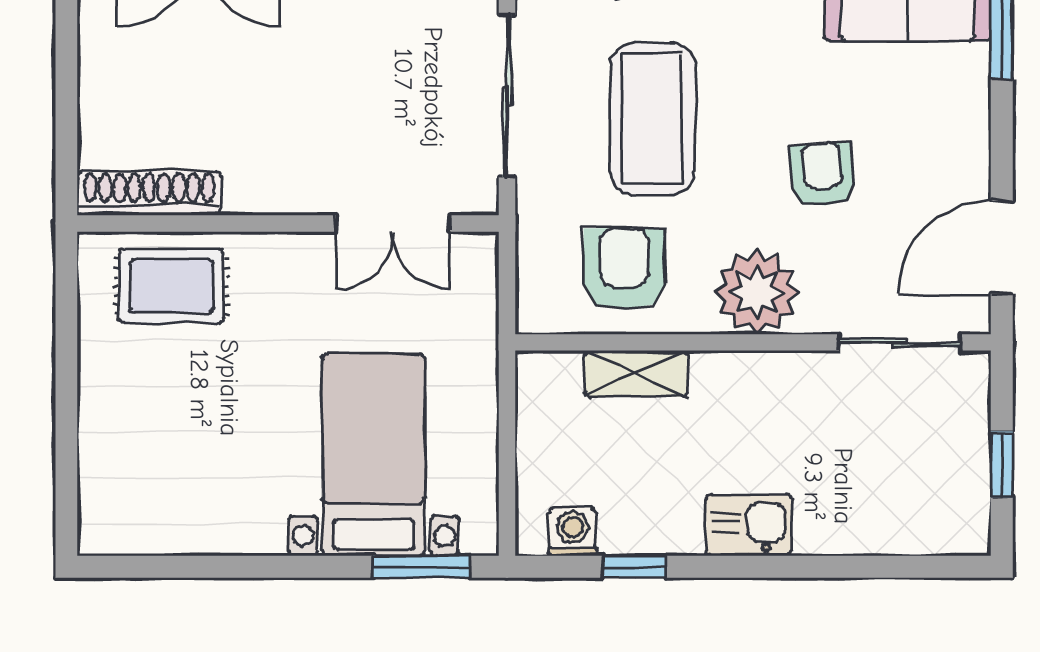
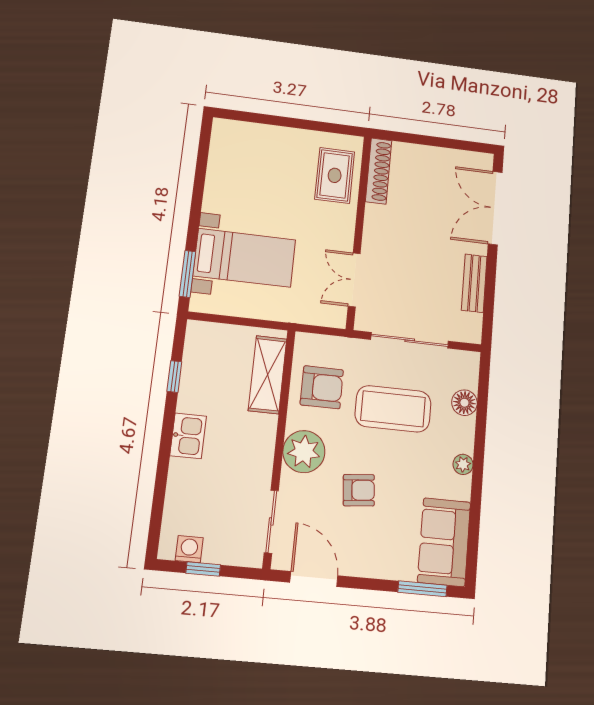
shelving: (636, 374) -> (268, 375), width x1.50, depth x1.33
washing machine: (573, 532) -> (189, 549), moved, turned -90

